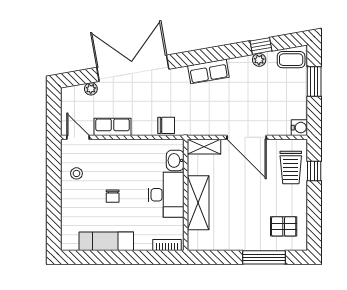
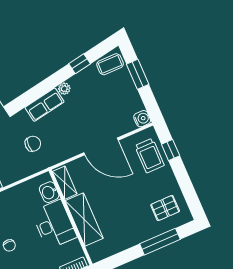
plant: (259, 60) -> (64, 89), moved
chair: (166, 125) -> (33, 144), moved
shelving: (204, 147) -> (65, 183), moved, turned 90

